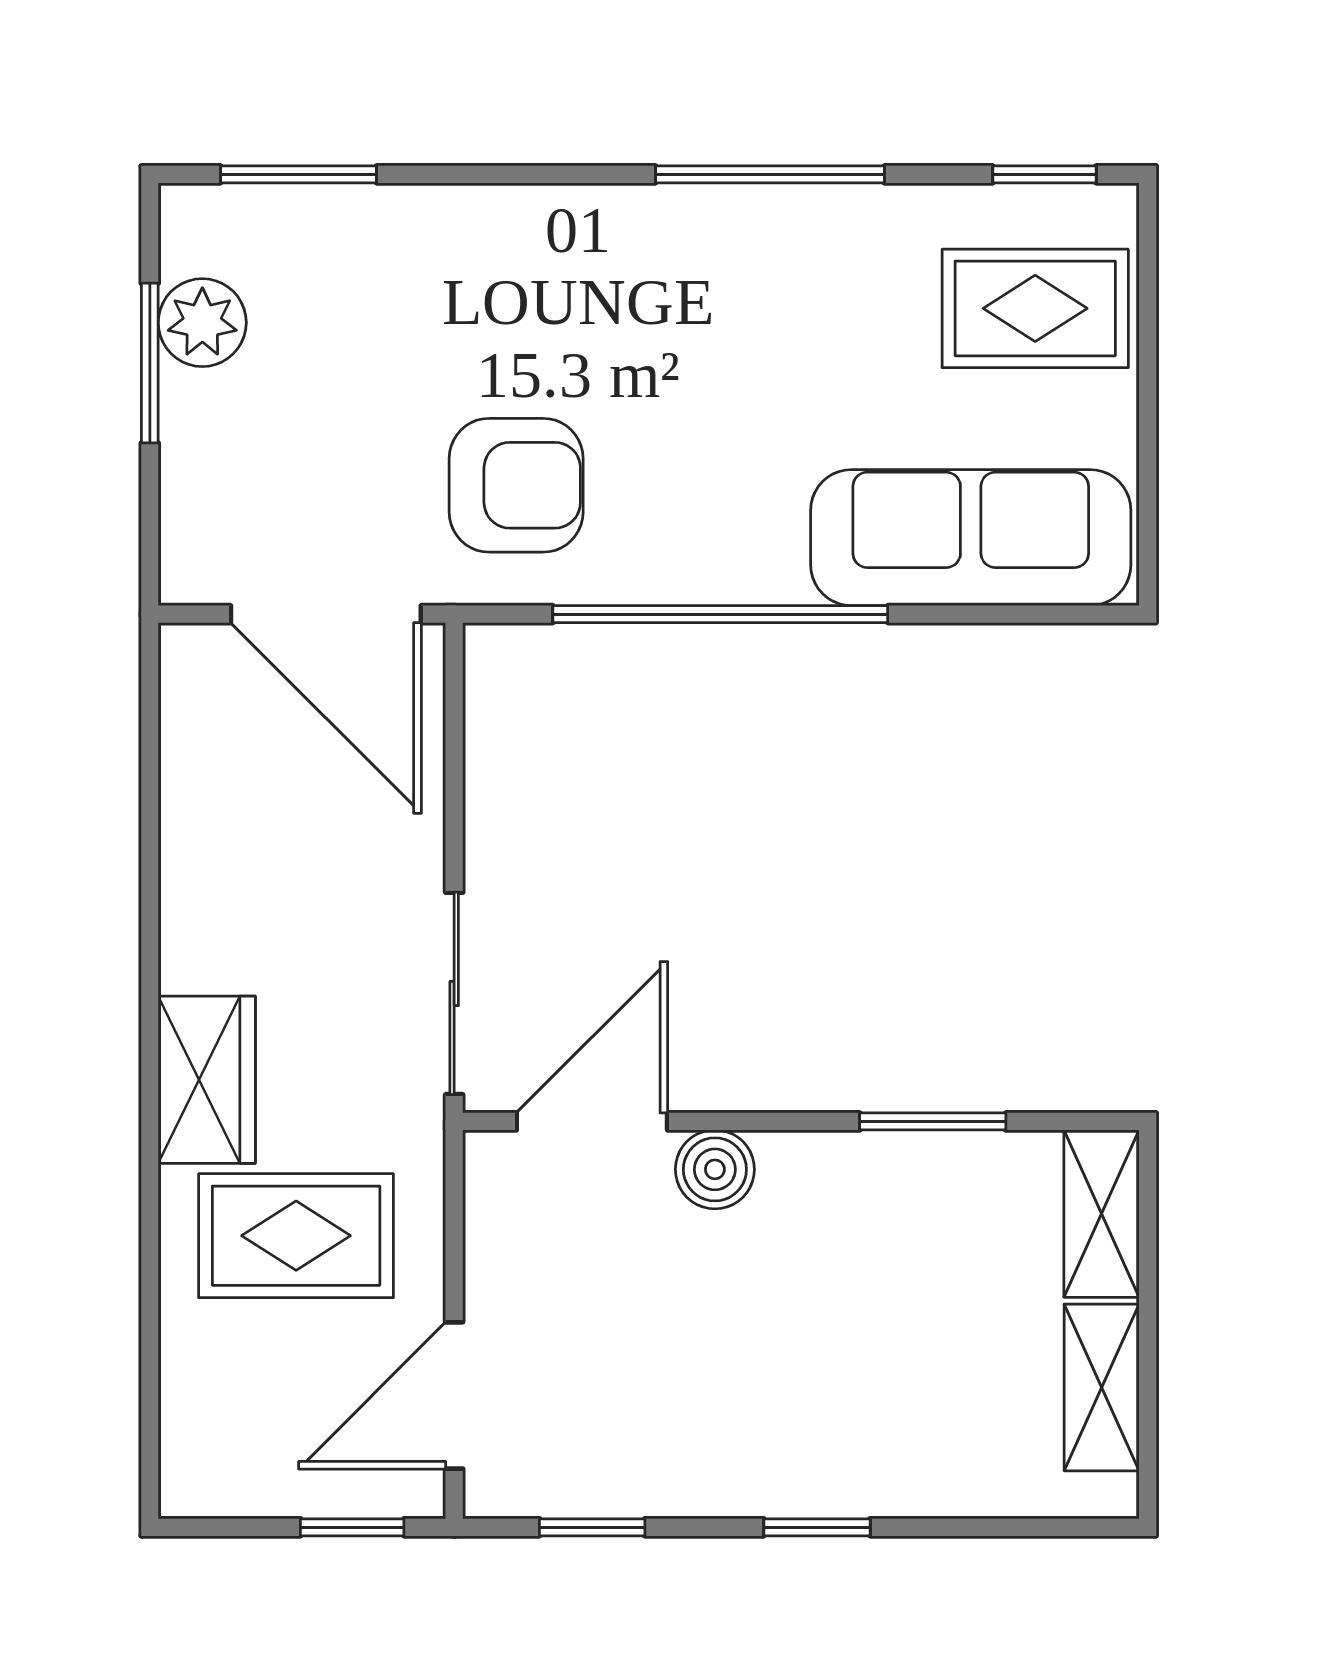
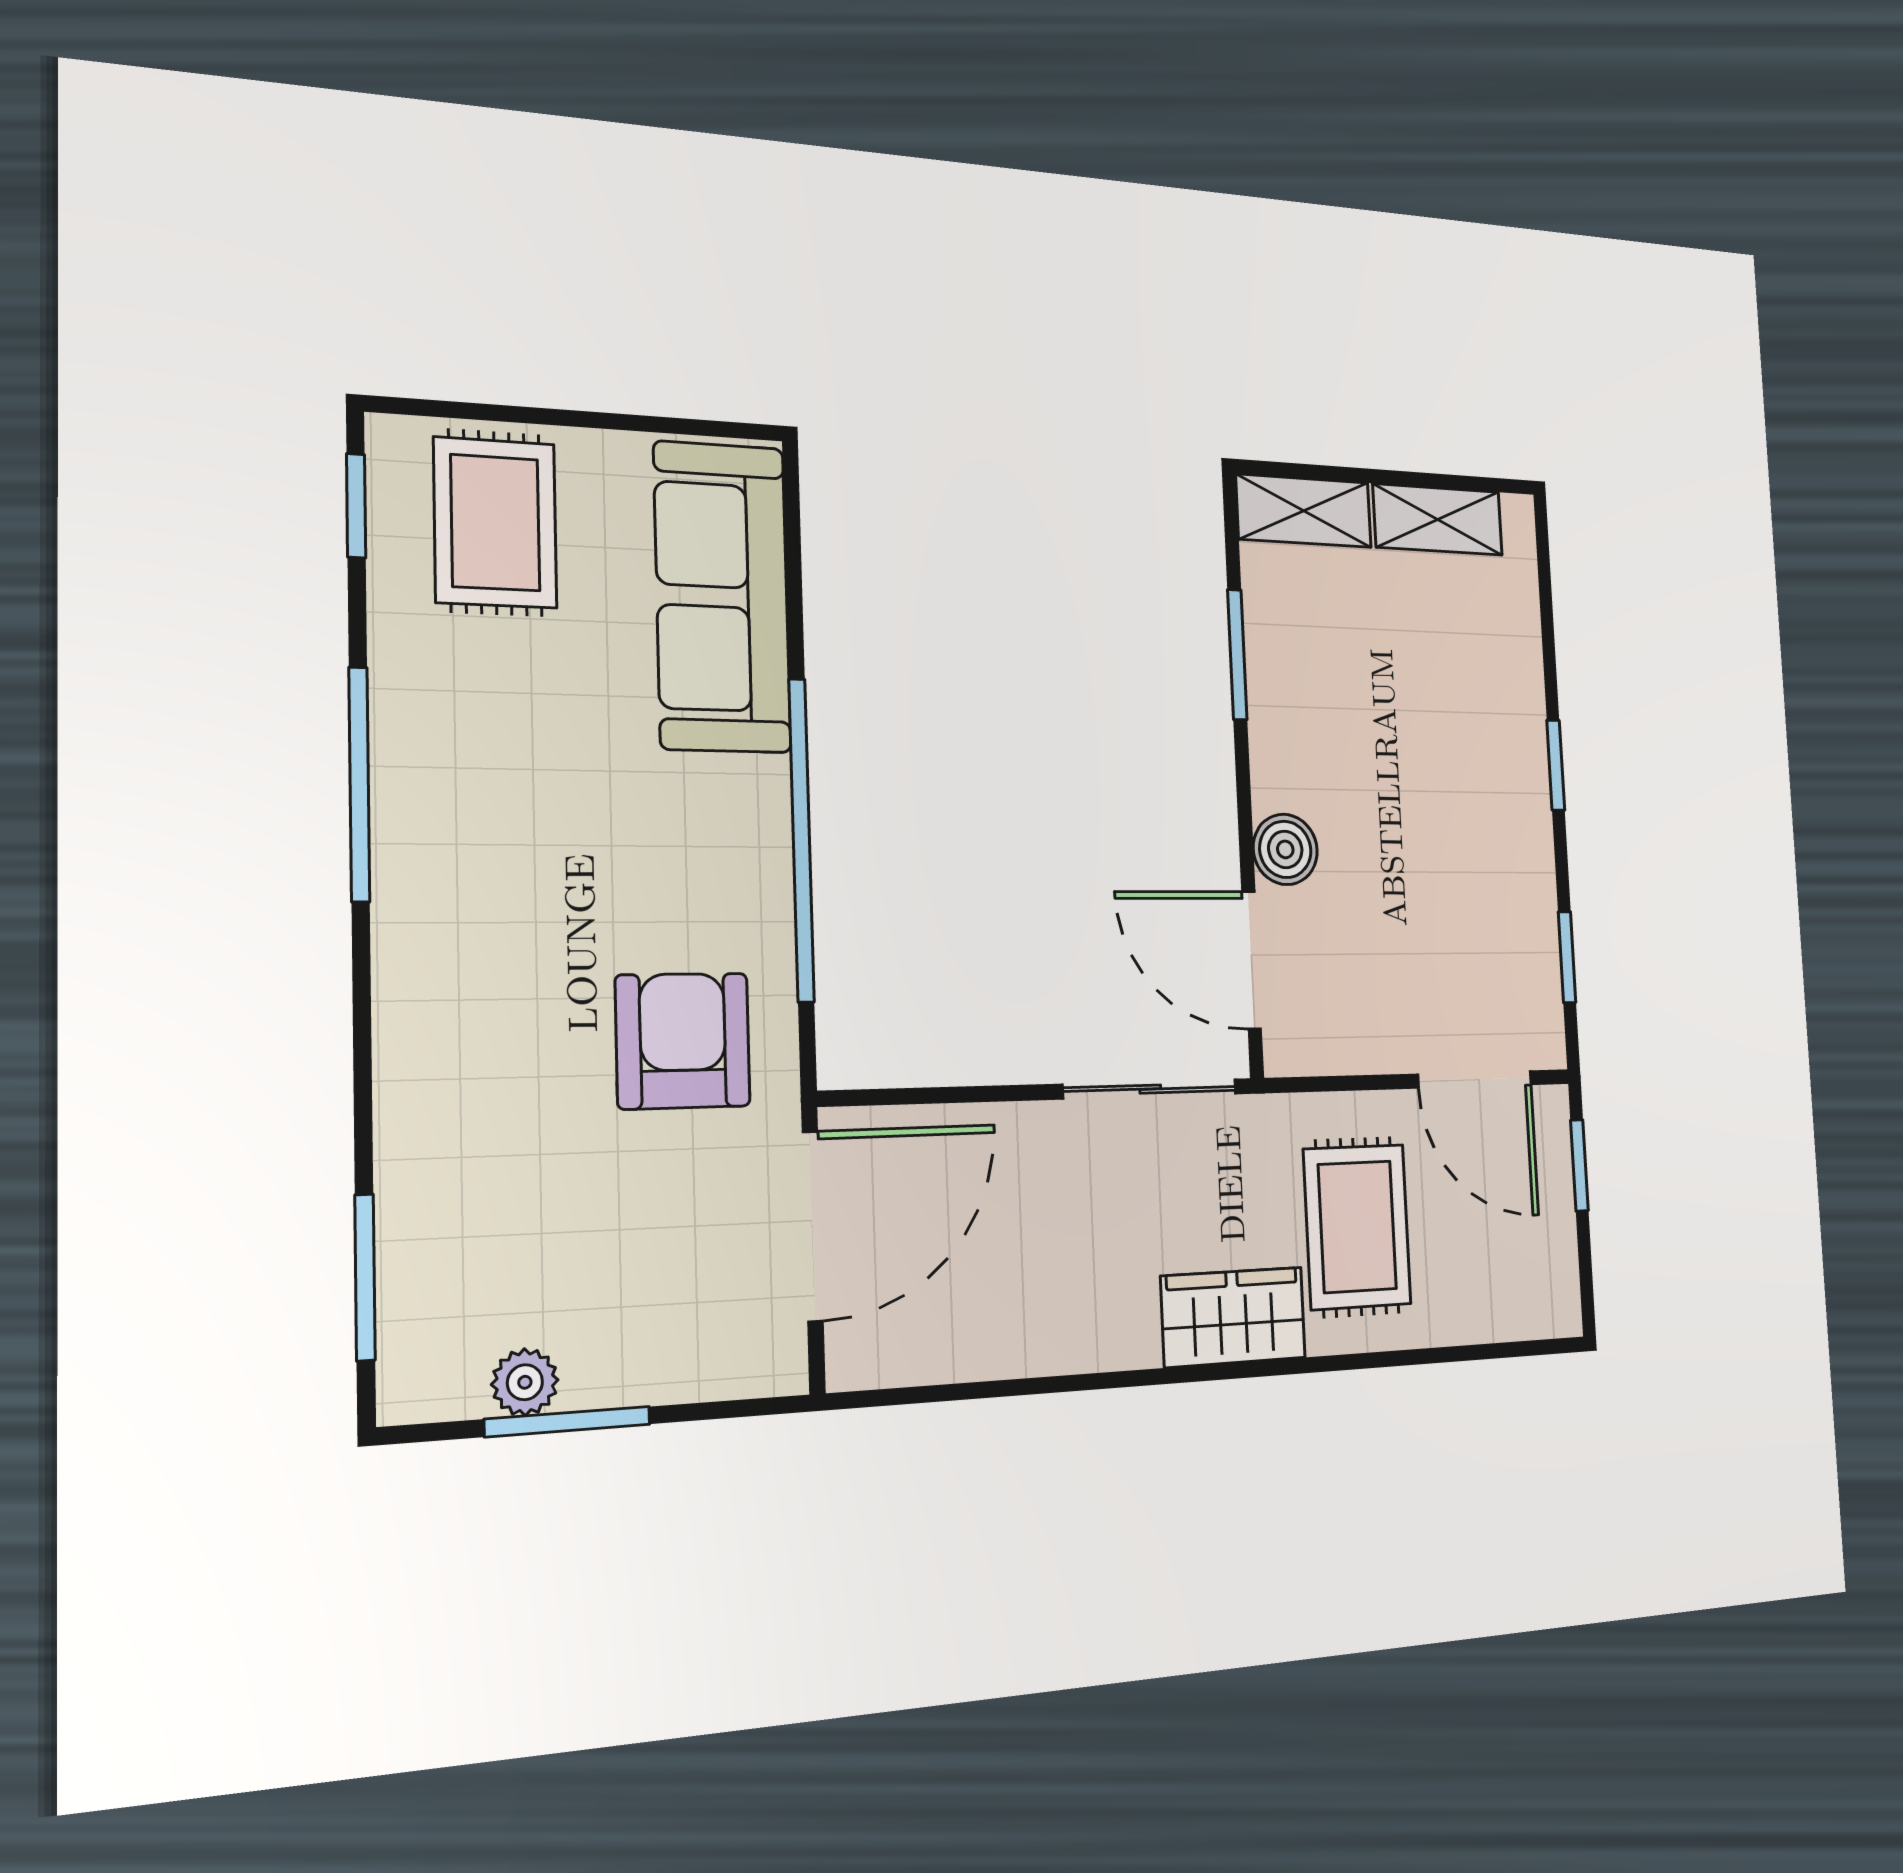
plant: (202, 323) -> (525, 1382), width x0.73, depth x0.73

